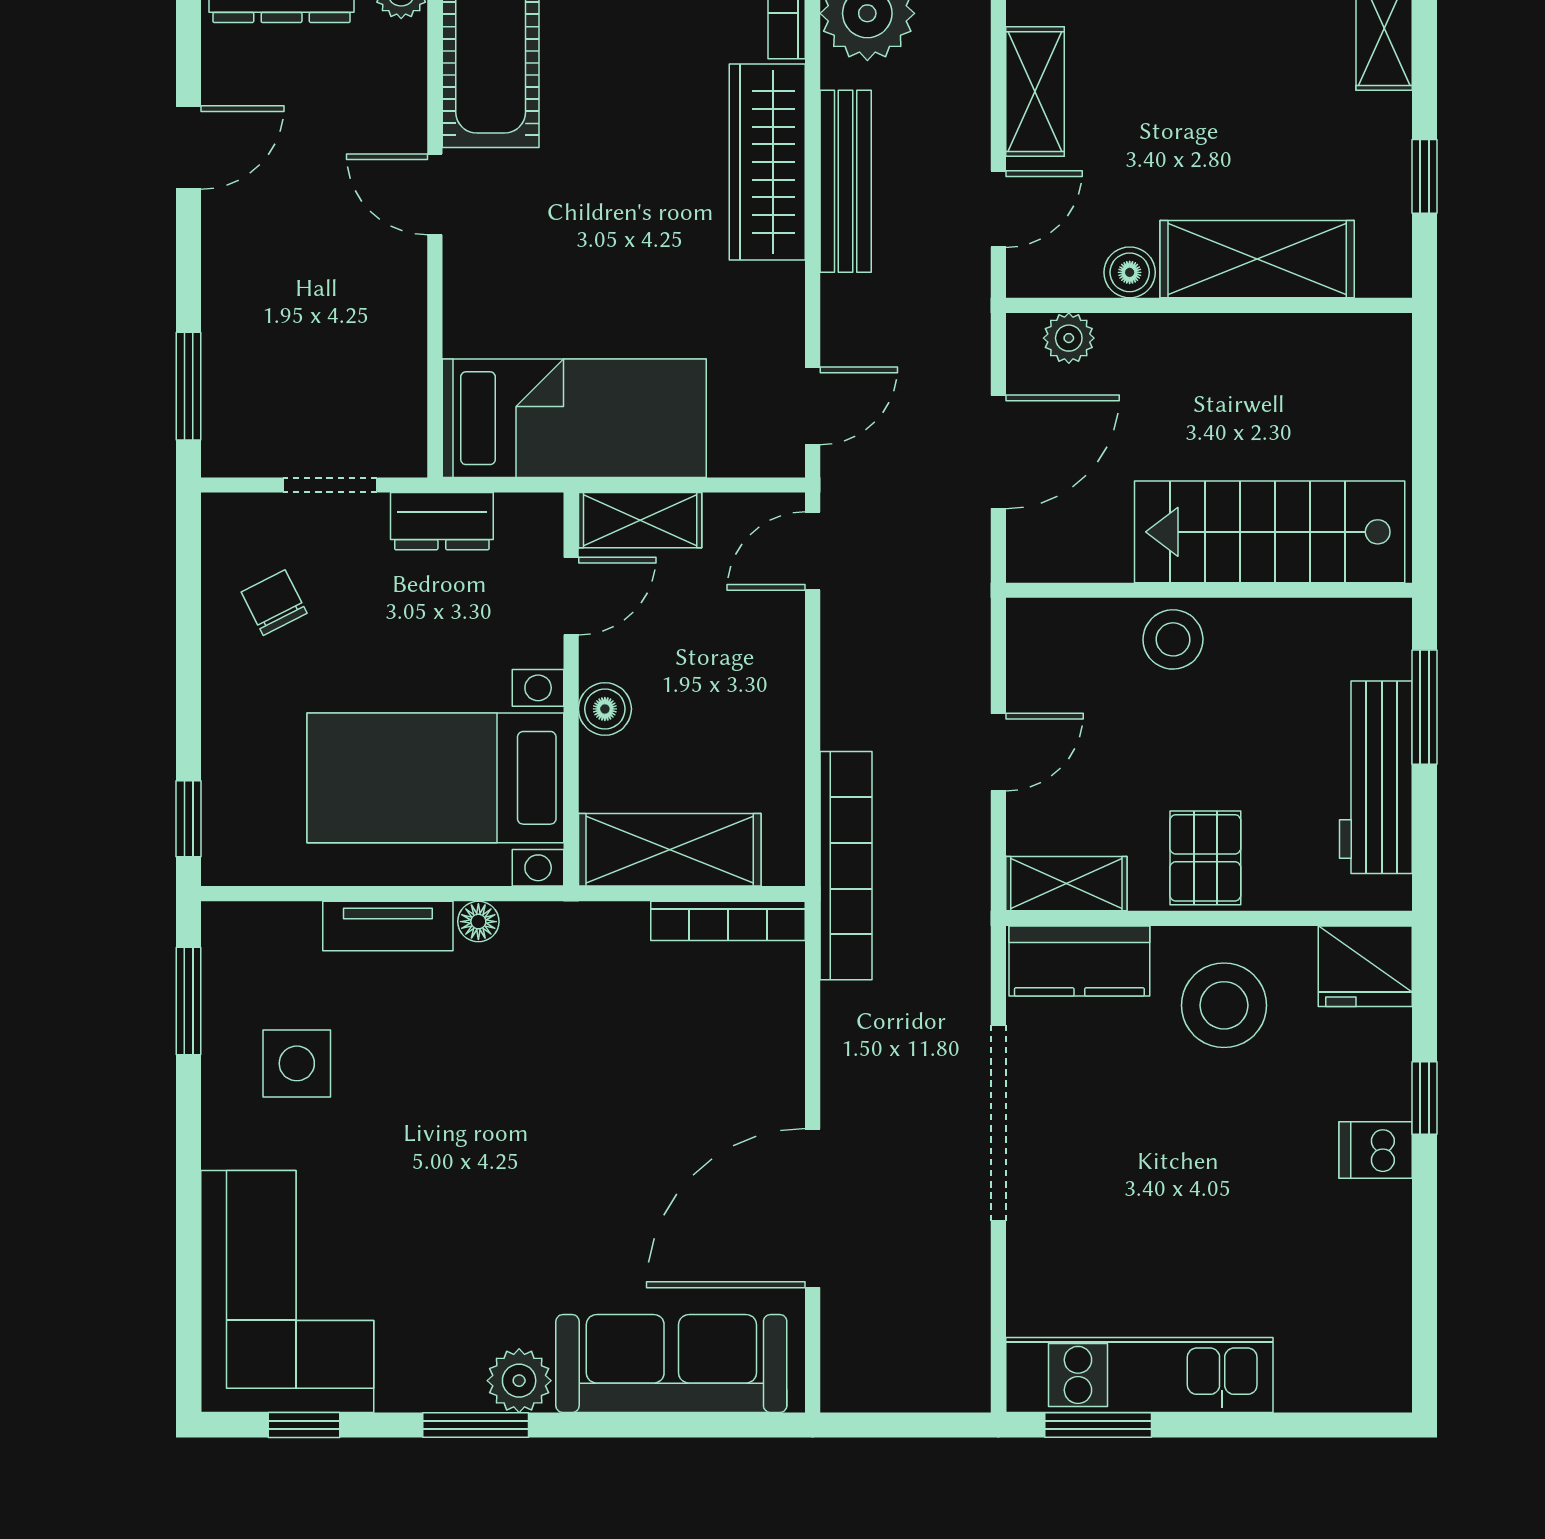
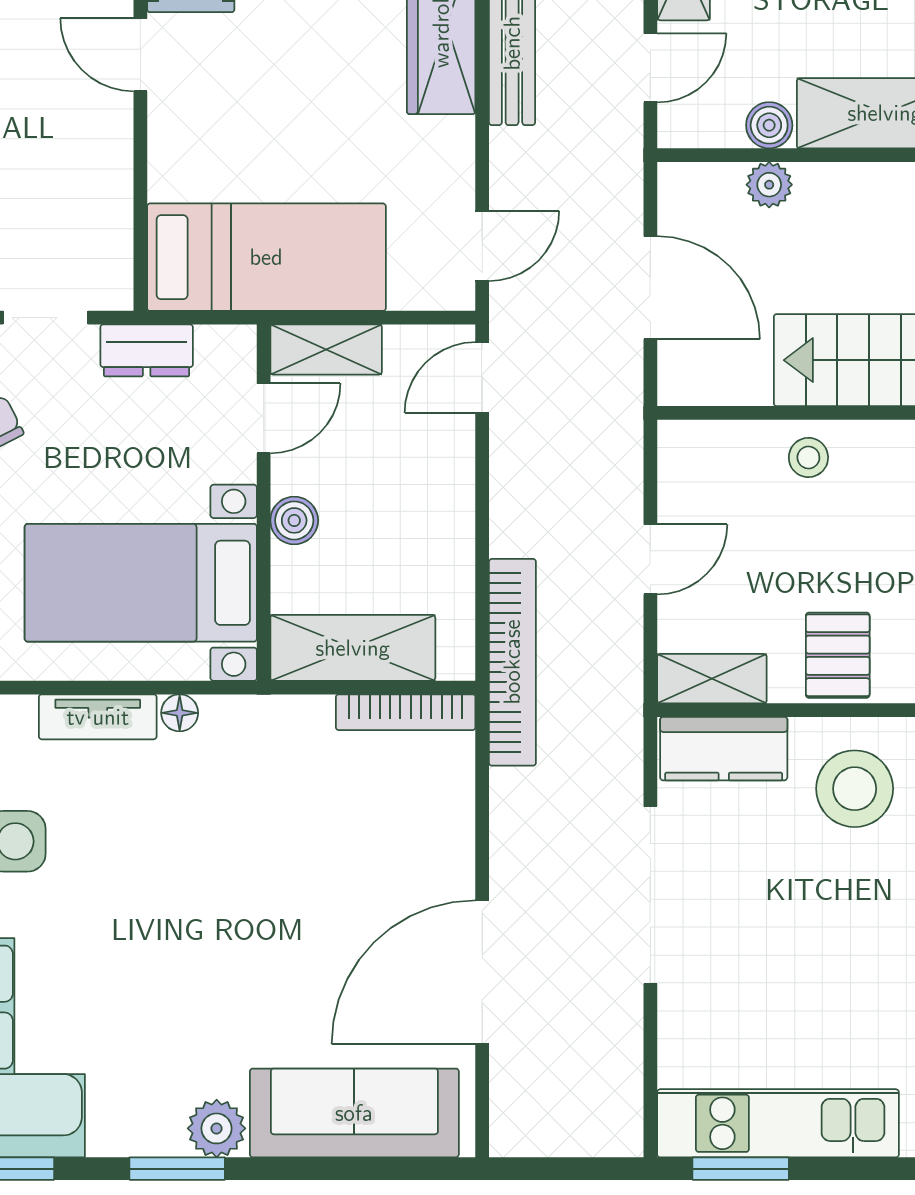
plant: (1069, 338) -> (769, 185), moved
door: (998, 452) -> (650, 288), hinge flipped
stool: (1173, 639) -> (808, 457), width x0.73, depth x0.73

